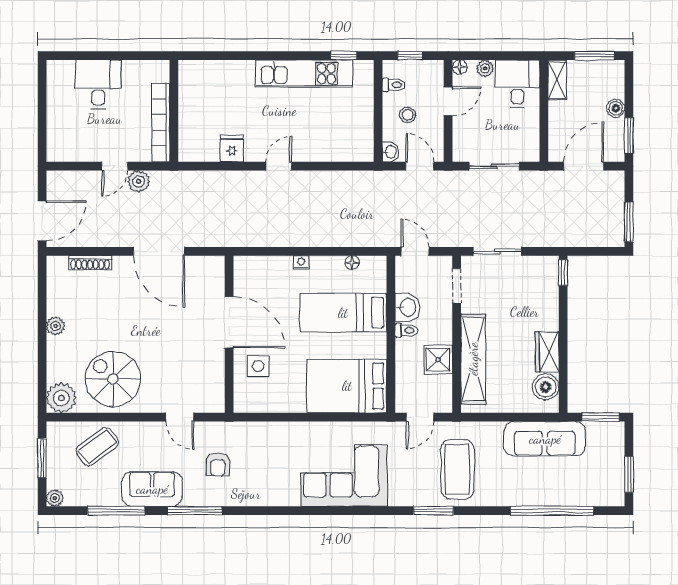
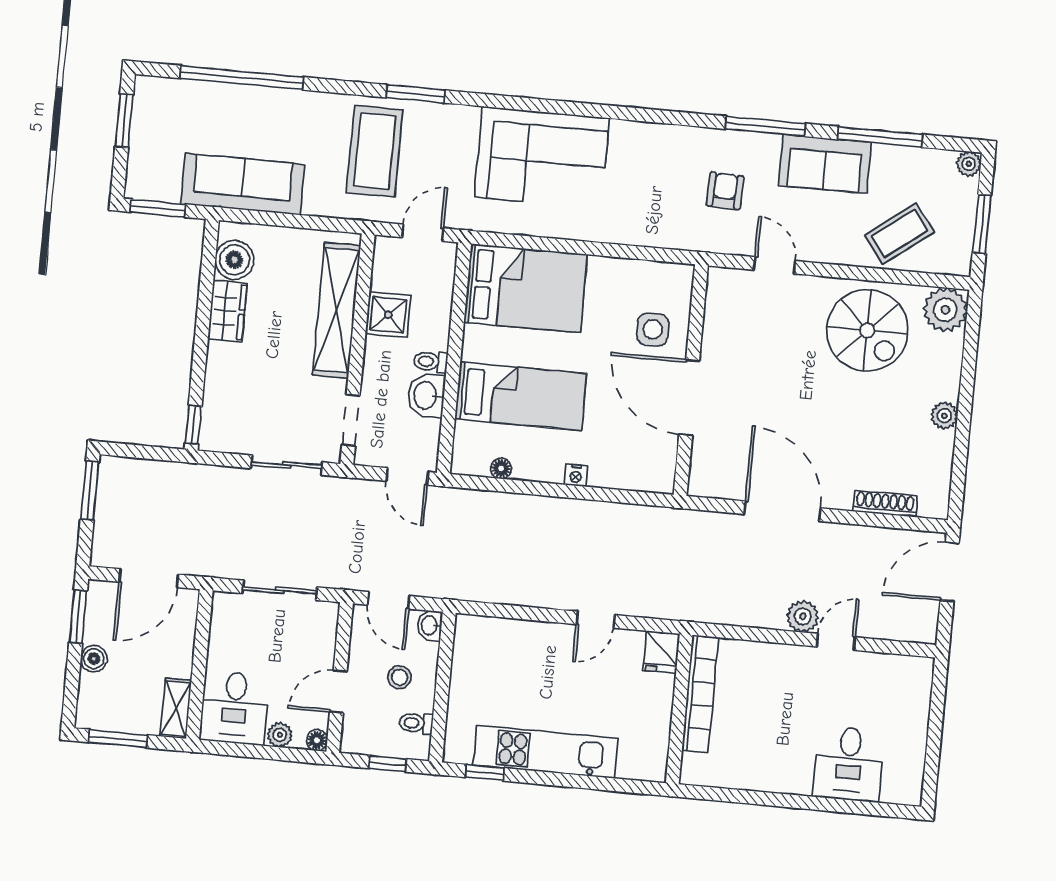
wall: (174, 111) -> (679, 709), moved
bookcase: (161, 123) -> (700, 694), moved

